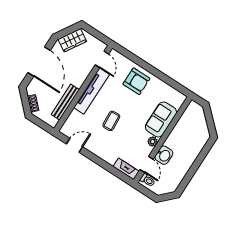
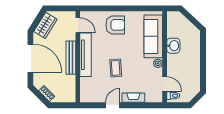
bench: (65, 102) -> (71, 58), moved
sofa: (161, 119) -> (153, 36), width x1.36
door: (74, 145) -> (113, 105), moved
washbasin: (164, 155) -> (173, 46), moved
fireplace: (126, 169) -> (133, 98), moved

